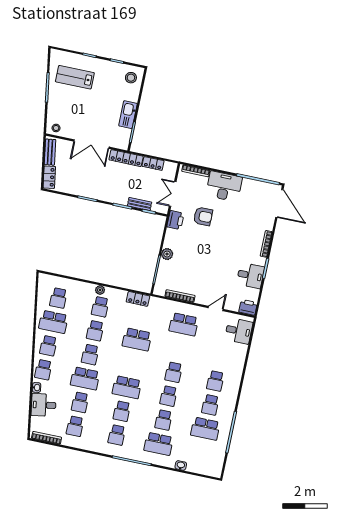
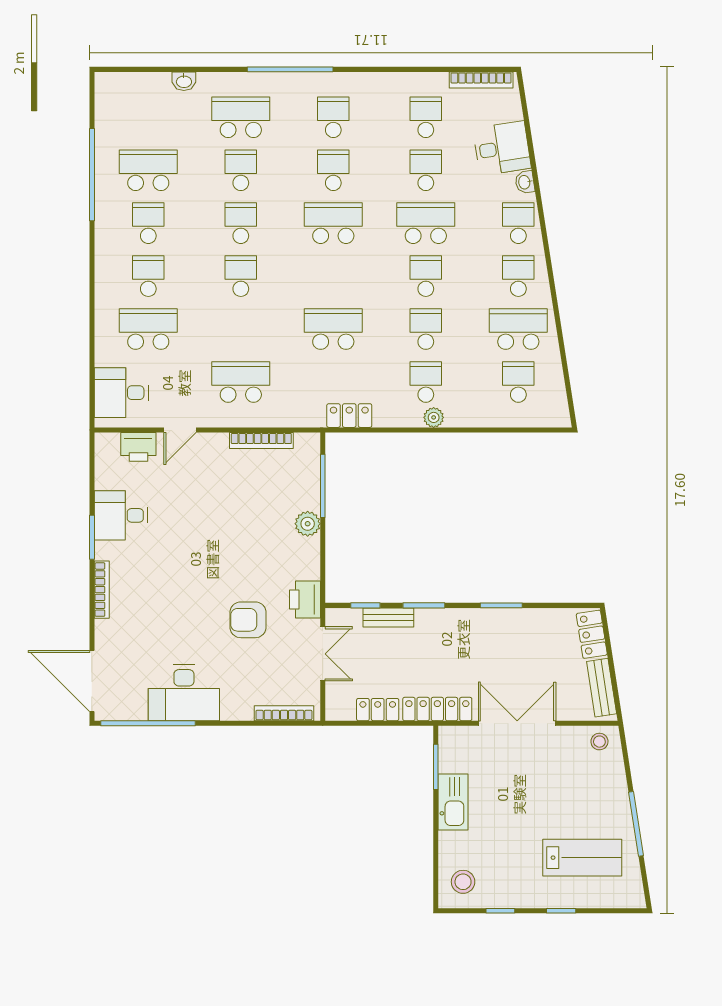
desk: (224, 186) -> (184, 693), moved
printer: (248, 307) -> (138, 447), moved
school desk: (220, 357) -> (148, 329), added

